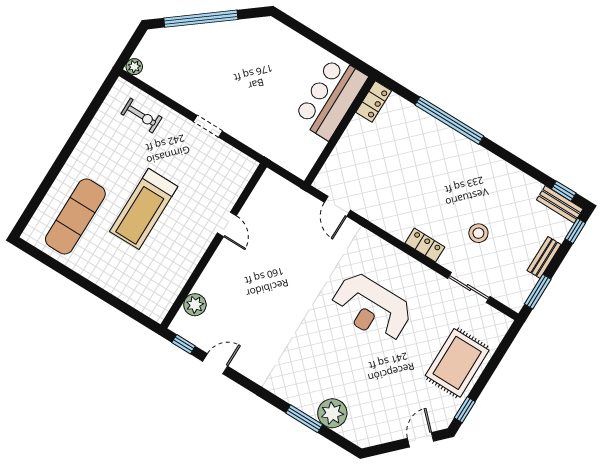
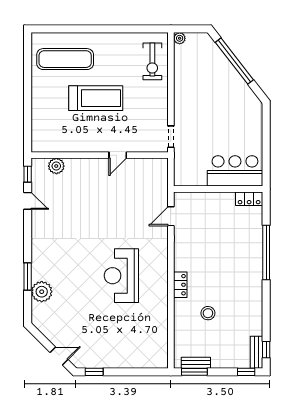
exercise bike: (141, 116) -> (152, 61), width x1.38, depth x1.39
doorway: (208, 126) -> (171, 137), moved
treadmill: (144, 209) -> (96, 98), turned 180
bench: (544, 257) -> (196, 363), moved
sliding door: (469, 287) -> (171, 328), removed
rug: (457, 363) -> (120, 349), removed

